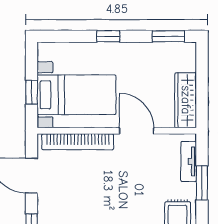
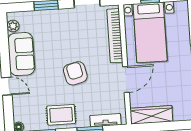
armchair: (124, 197) -> (75, 73), added

